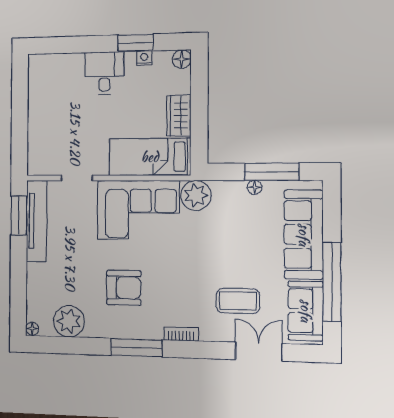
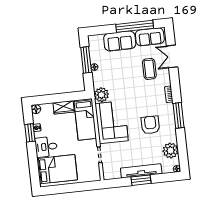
bed: (59, 91) -> (57, 169), added
window: (19, 215) -> (141, 180), moved
tv unit: (37, 221) -> (141, 171), moved
sofa: (304, 235) -> (120, 41), width x0.73

